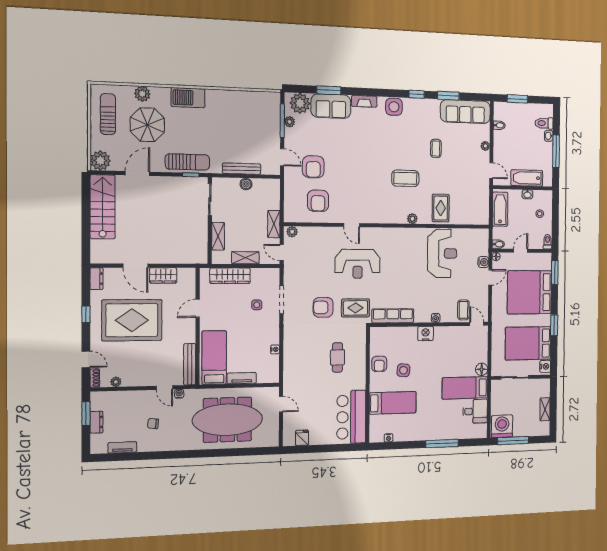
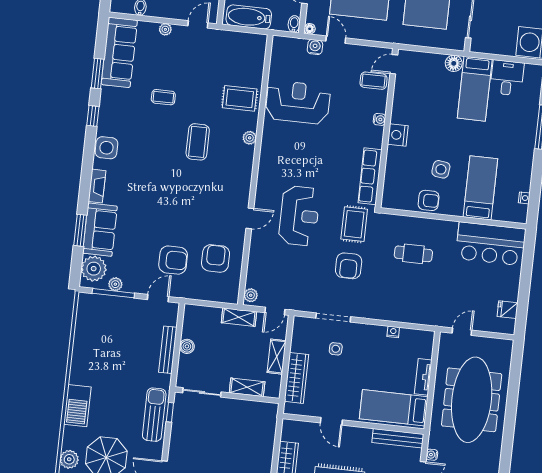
armchair: (318, 201) -> (216, 258), turned -90

